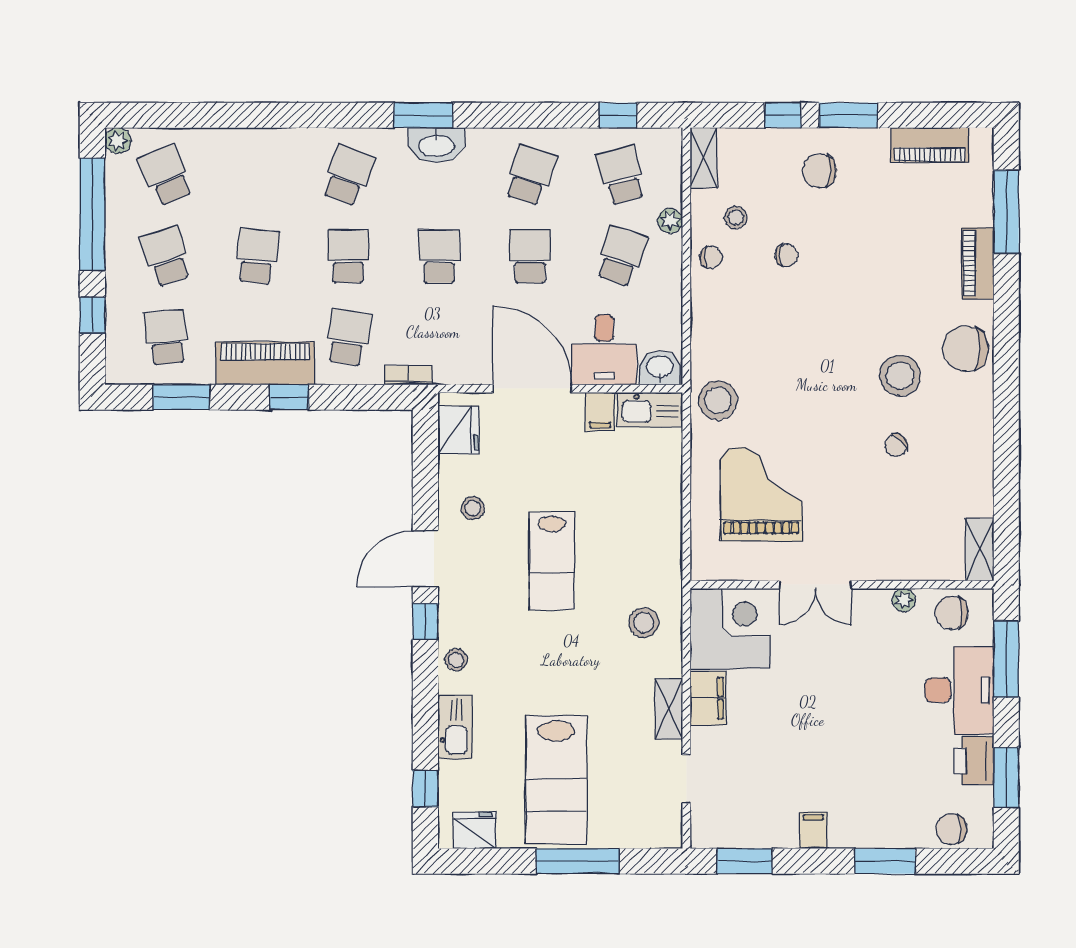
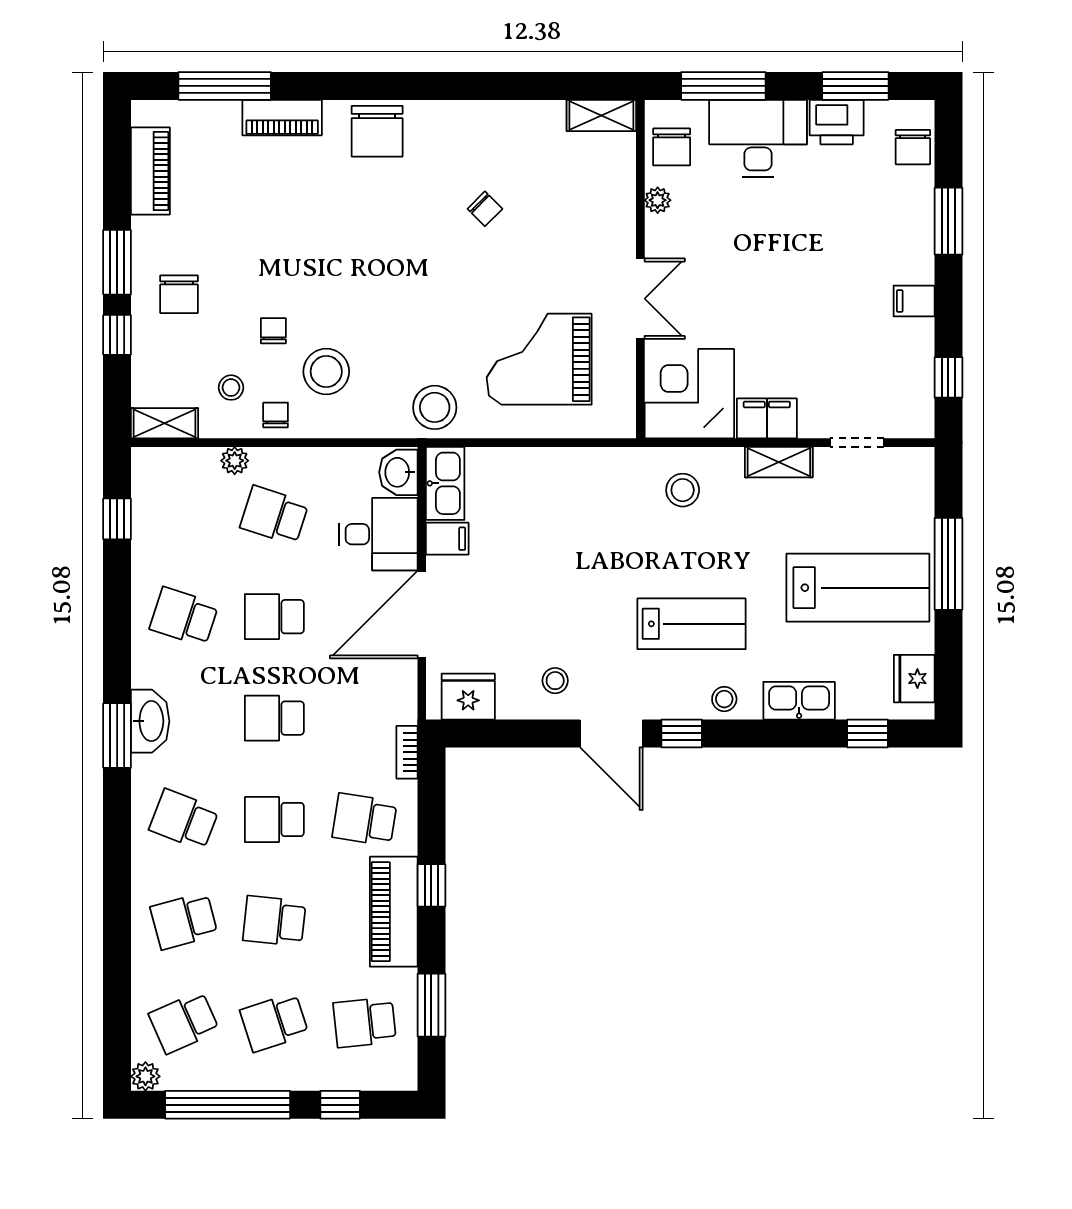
school desk: (621, 175) -> (184, 921), moved
stool: (900, 376) -> (326, 372), moved
lab bench: (552, 561) -> (692, 624), moved
window: (745, 861) -> (948, 377), width x0.67

